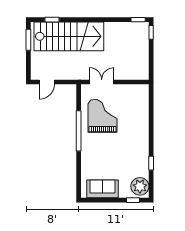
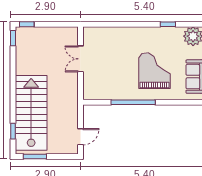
door: (47, 82) -> (80, 137), hinge flipped
double door: (102, 82) -> (80, 59), moved
grand piano: (102, 116) -> (155, 71), moved, turned 90

